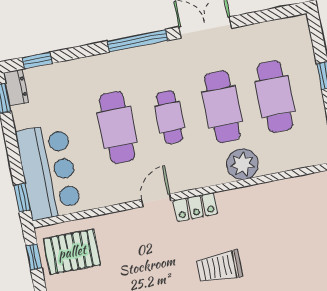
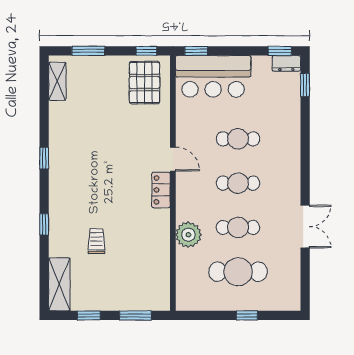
window: (137, 41) -> (305, 169), removed
cafe table: (222, 107) -> (238, 227), width x0.73, depth x0.74
cafe table: (117, 127) -> (238, 139), width x0.73, depth x0.74
trolley: (219, 267) -> (96, 241), moved, width x0.73, depth x0.72

